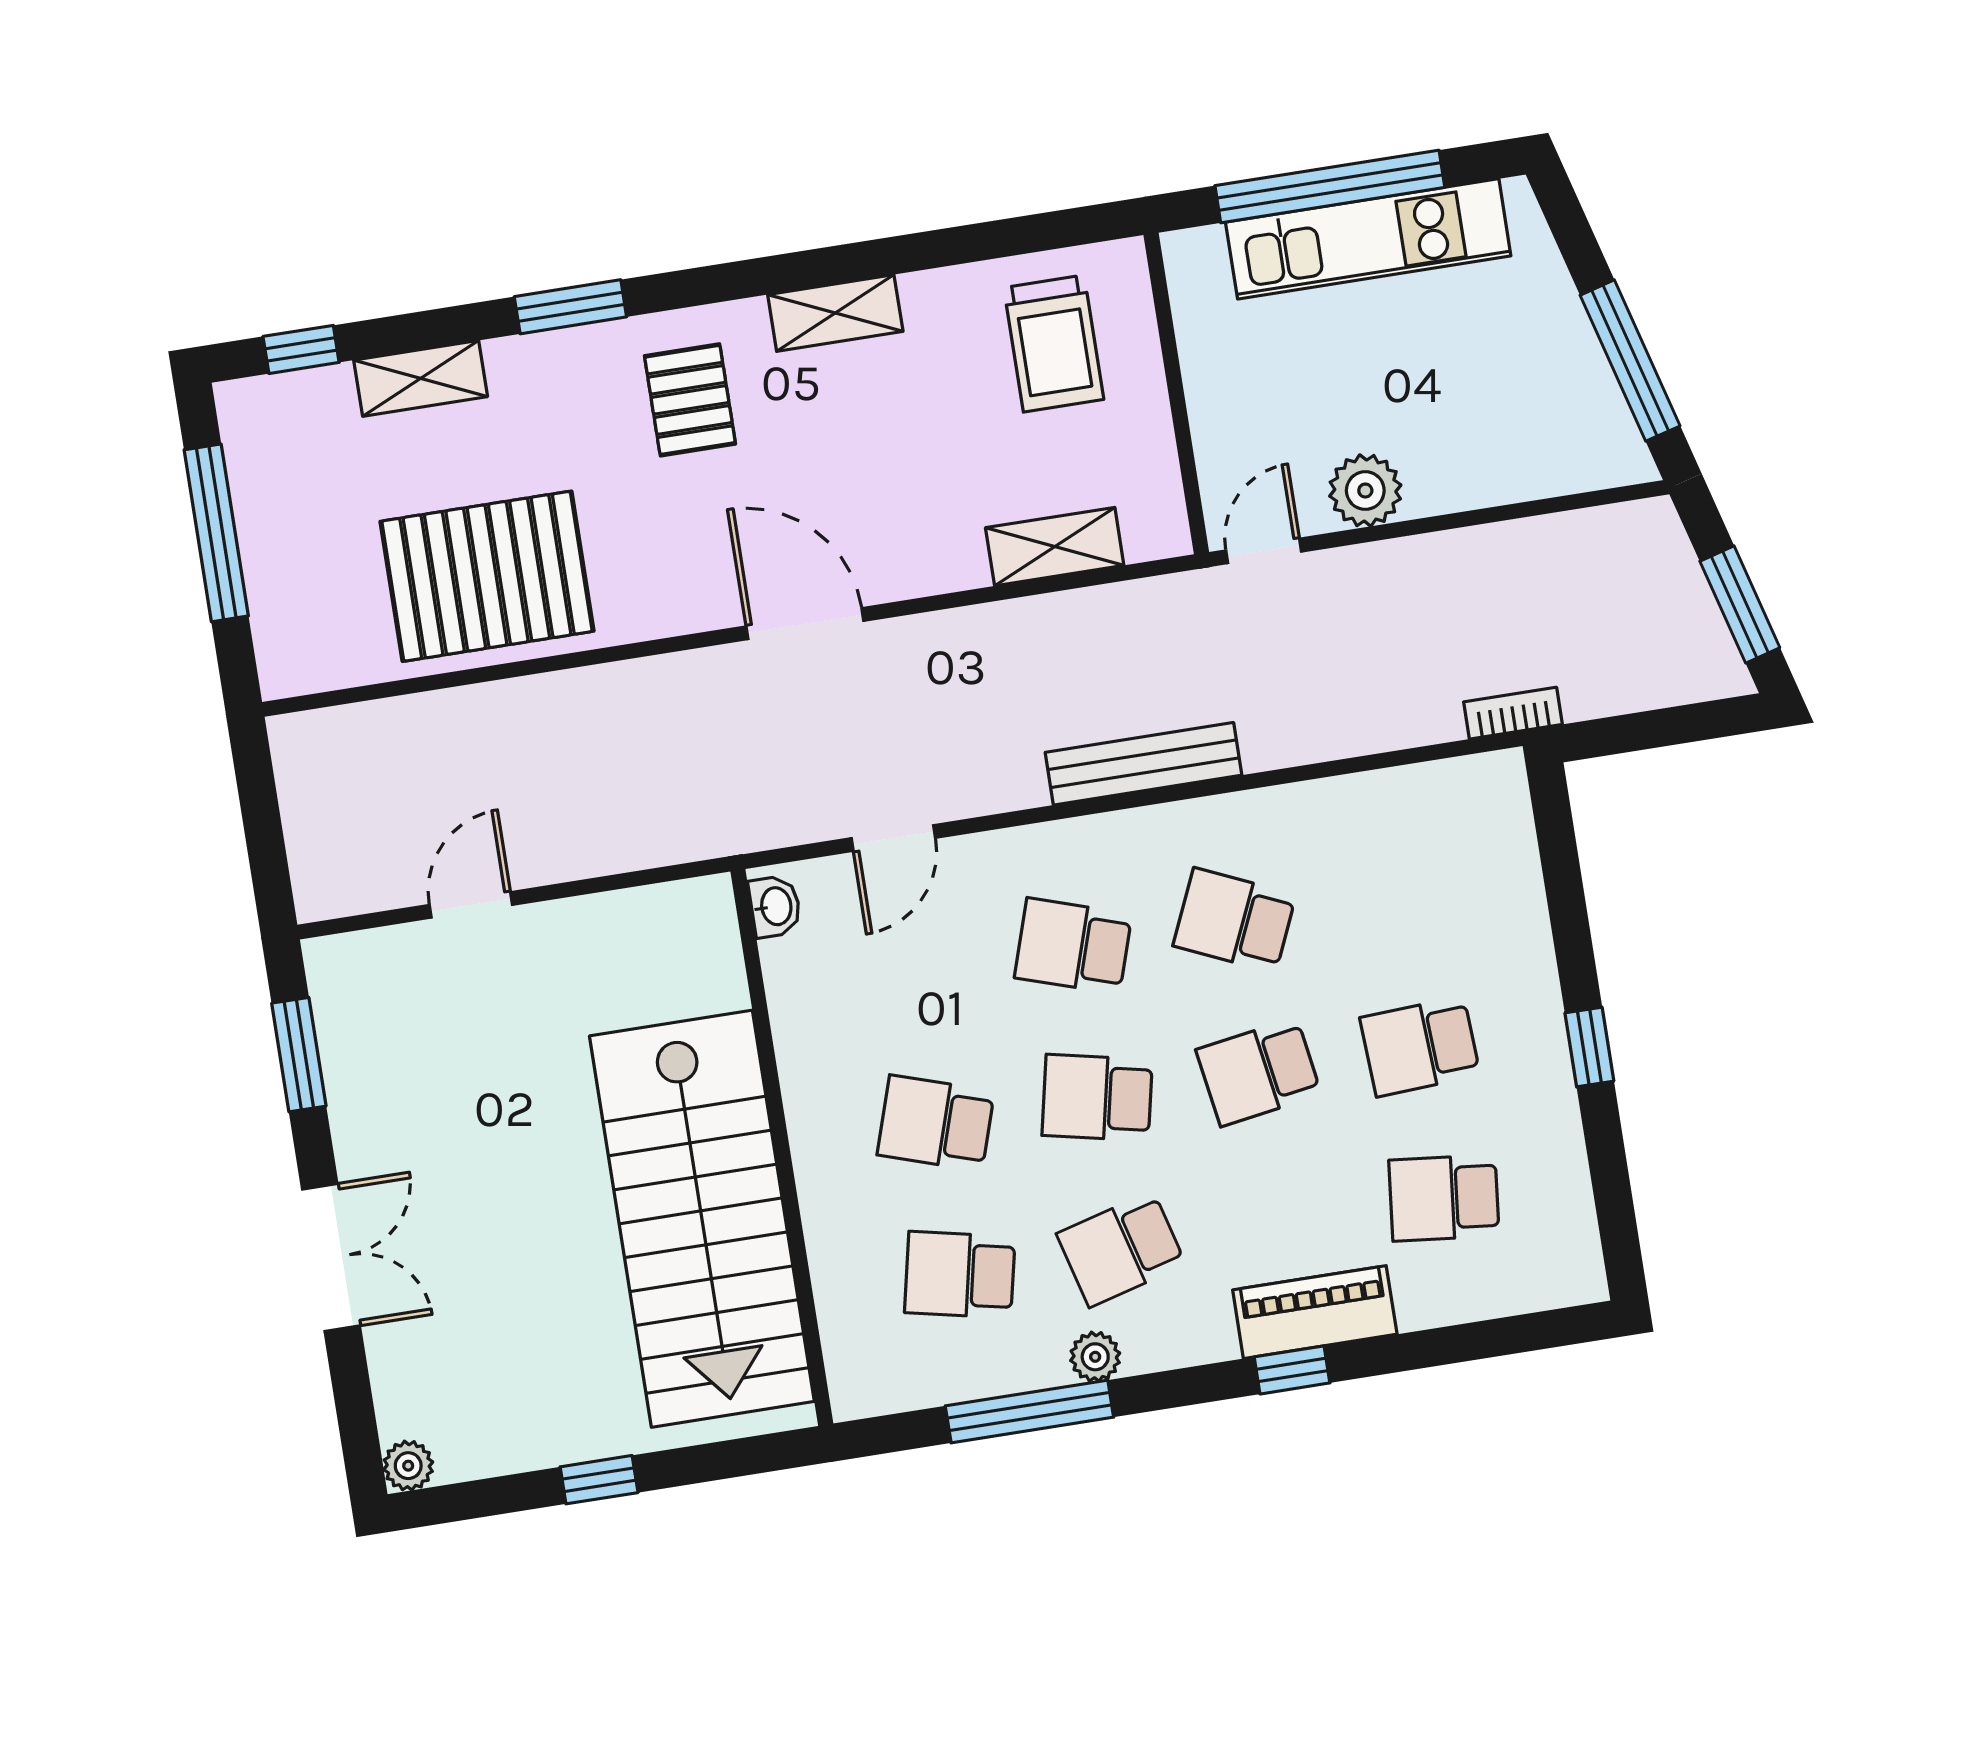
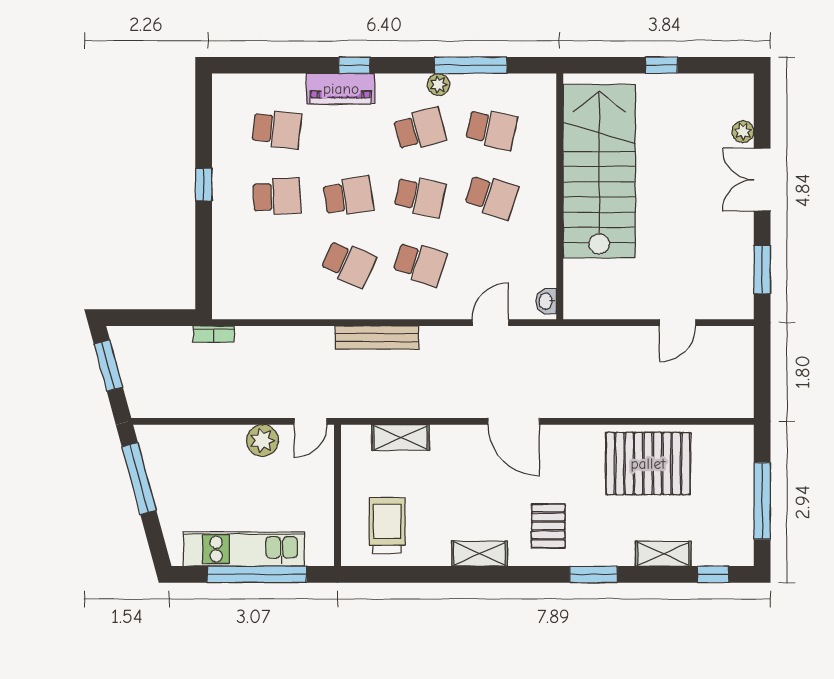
plant: (408, 1466) -> (743, 132), moved

